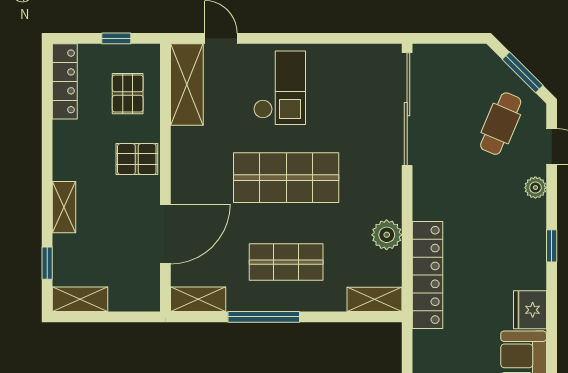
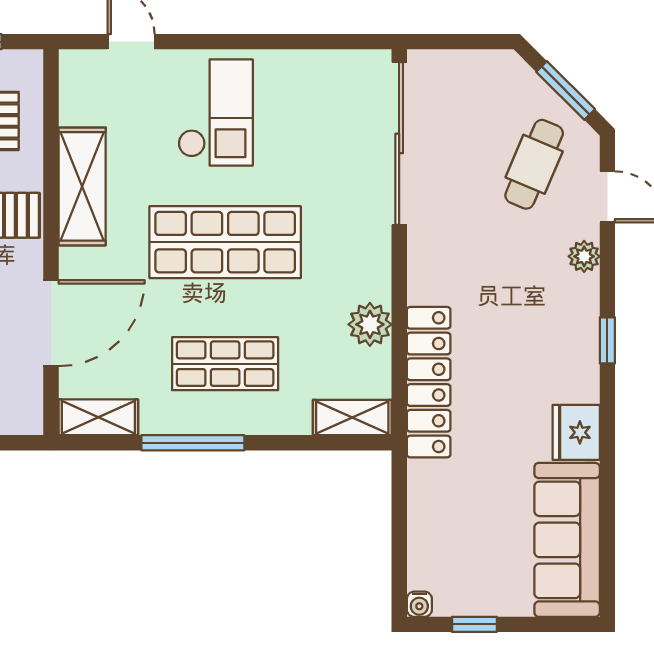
shelving: (187, 85) -> (82, 186), moved

